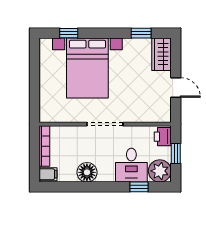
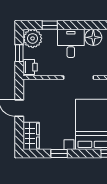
window: (141, 33) -> (59, 154), moved
desk: (131, 165) -> (71, 43), moved

